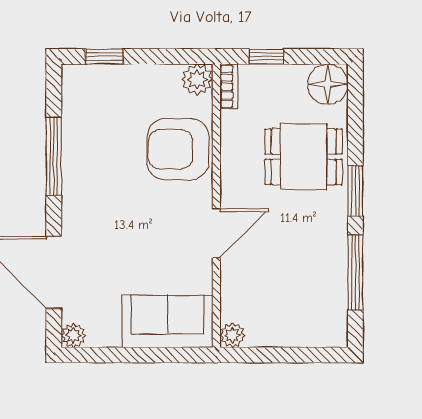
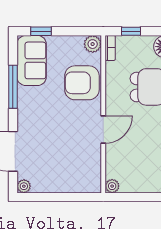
sofa: (168, 322) -> (32, 60), moved, turned 90

